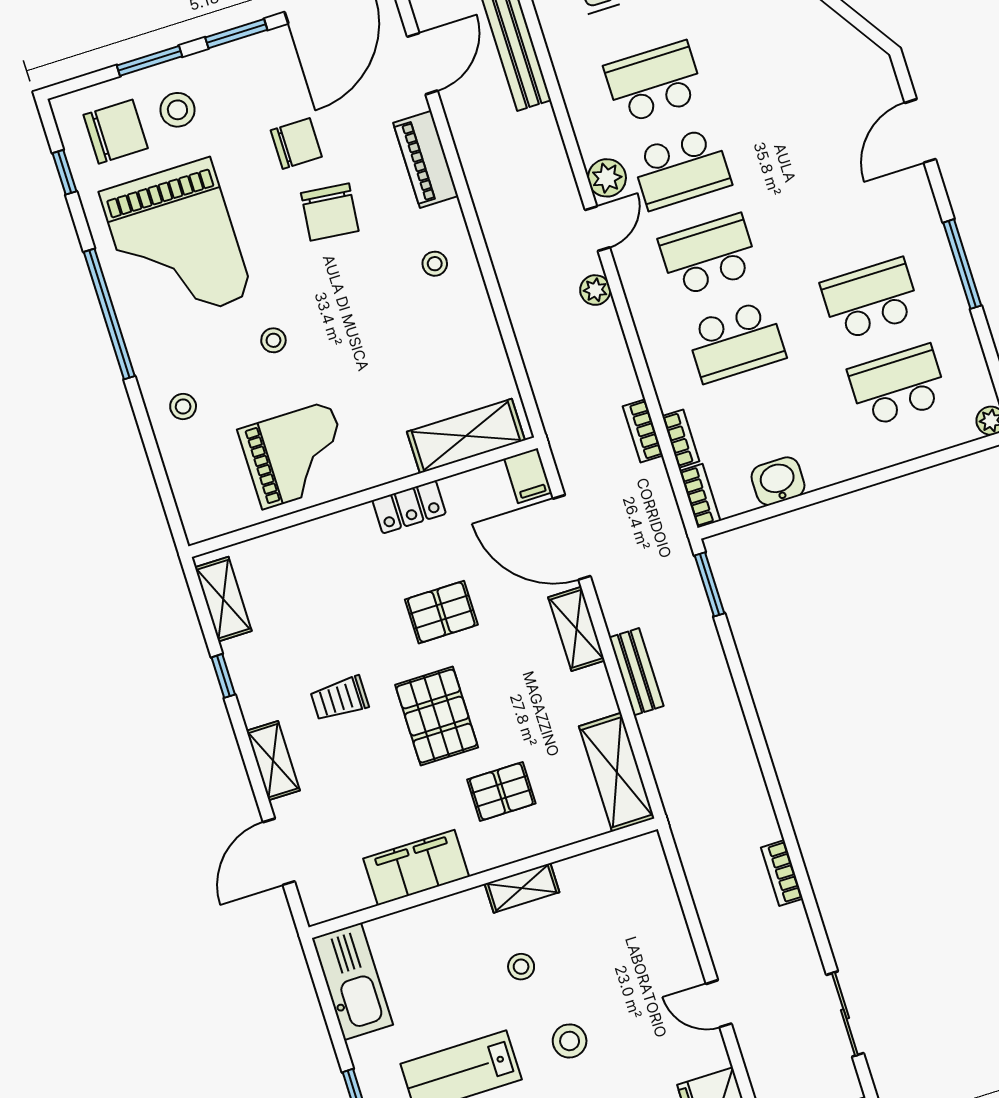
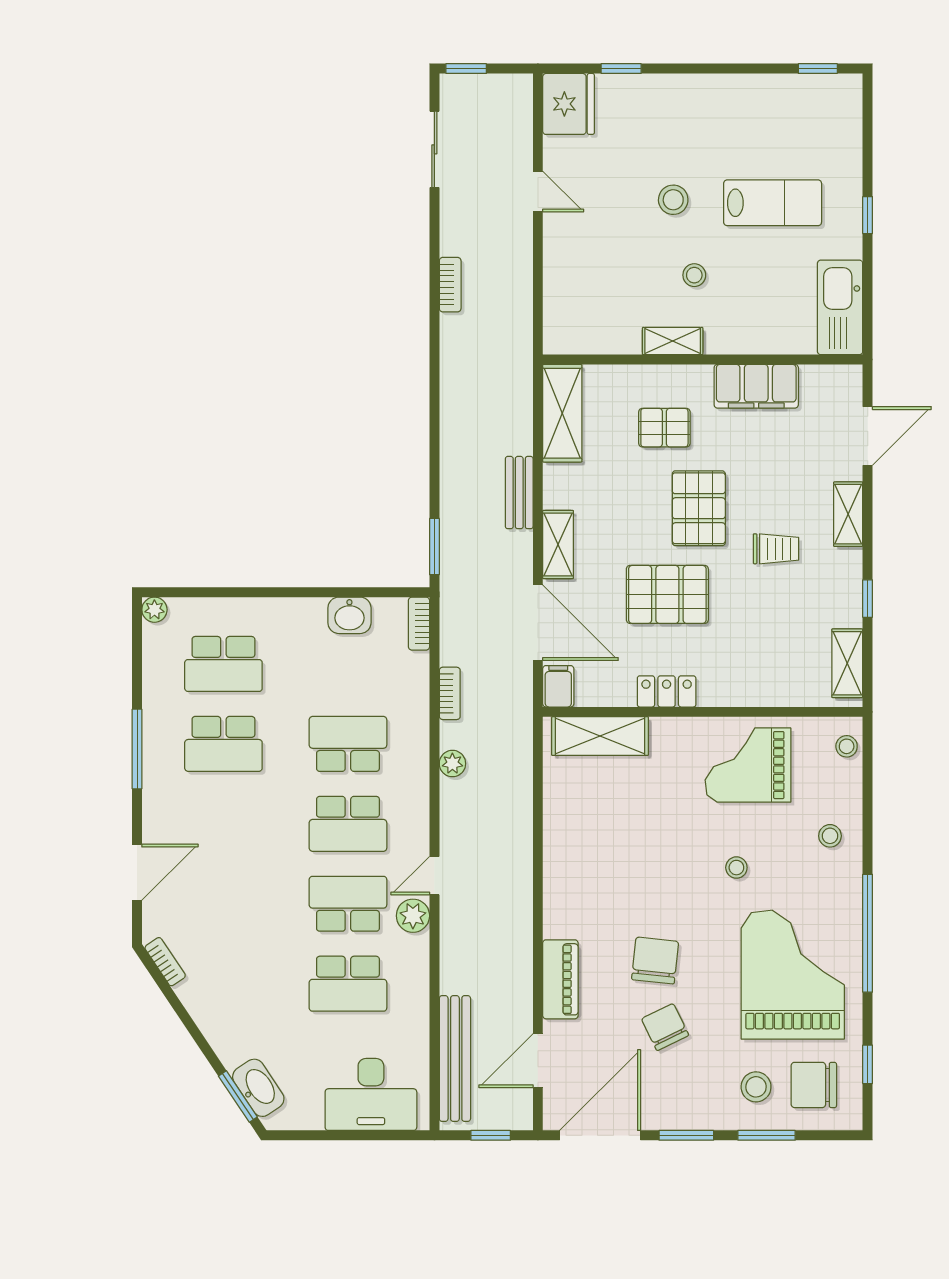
chair: (296, 143) -> (665, 1027), turned 64
stool: (435, 264) -> (847, 746), moved
plant: (595, 290) -> (452, 764), moved
bookcase: (681, 439) -> (165, 962), moved, turned 146
pallet: (441, 612) -> (667, 594), width x1.50, depth x1.42

